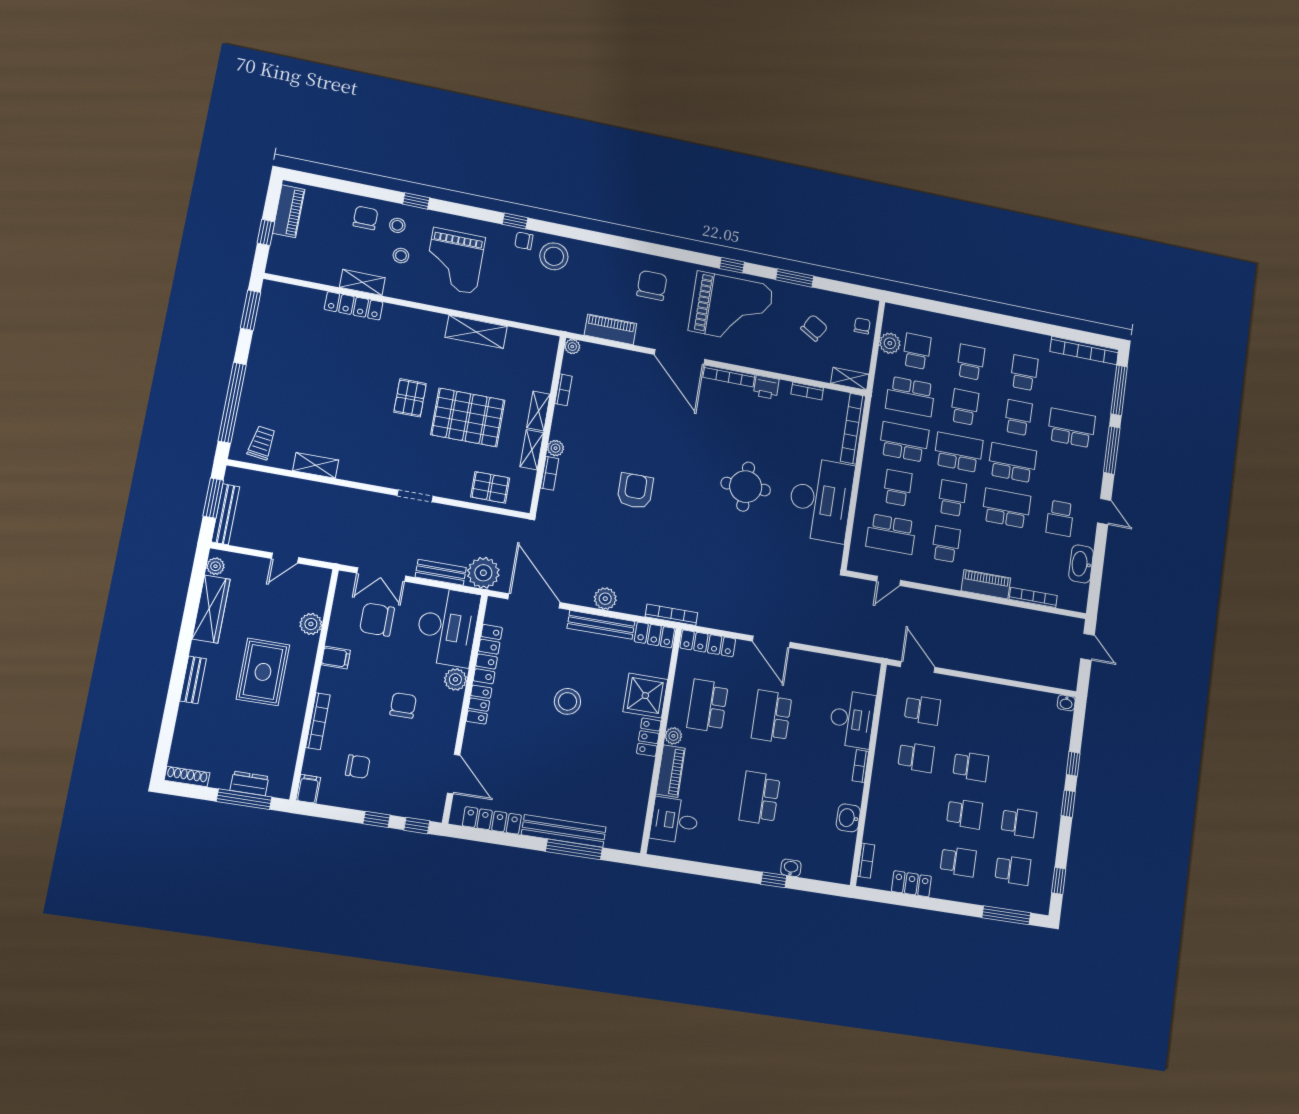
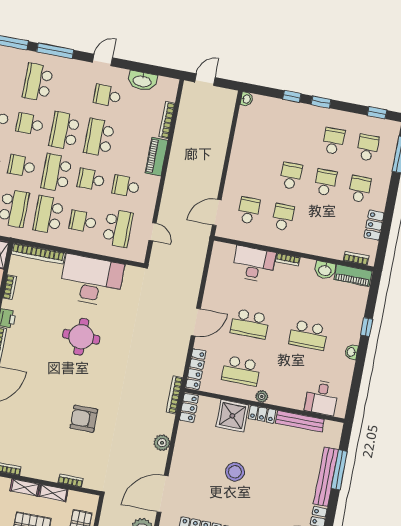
plant: (556, 448) -> (52, 476), removed
school desk: (1060, 518) -> (107, 96), turned 180
bench: (601, 625) -> (300, 421), moved, turned 90
piano: (670, 771) -> (353, 275), moved, turned 180
washbasin: (791, 868) -> (351, 352), moved

